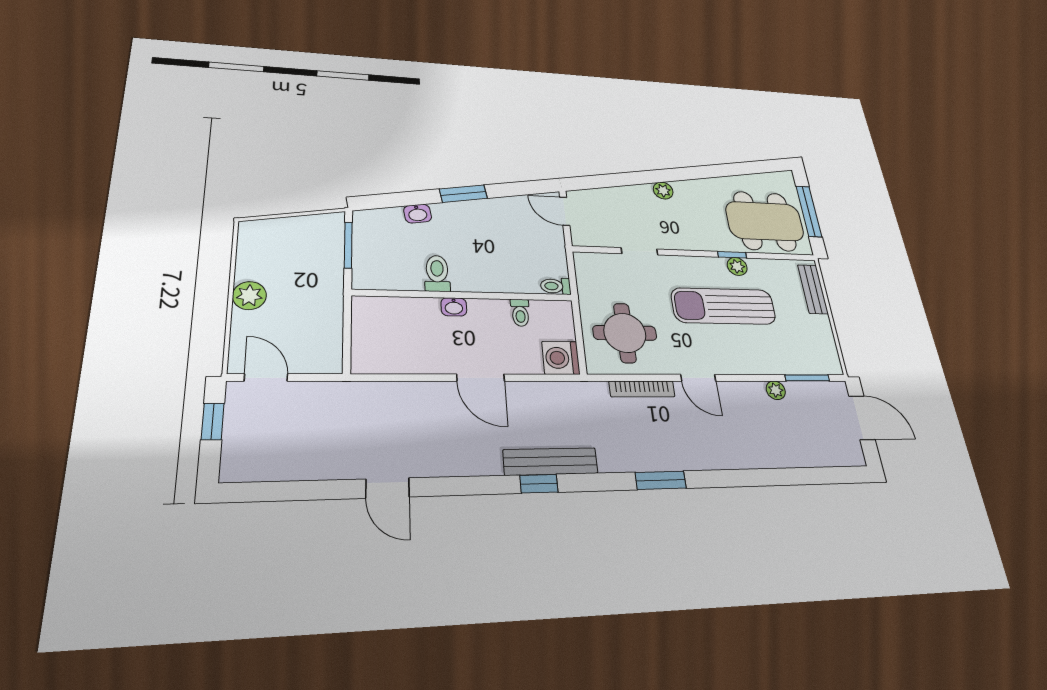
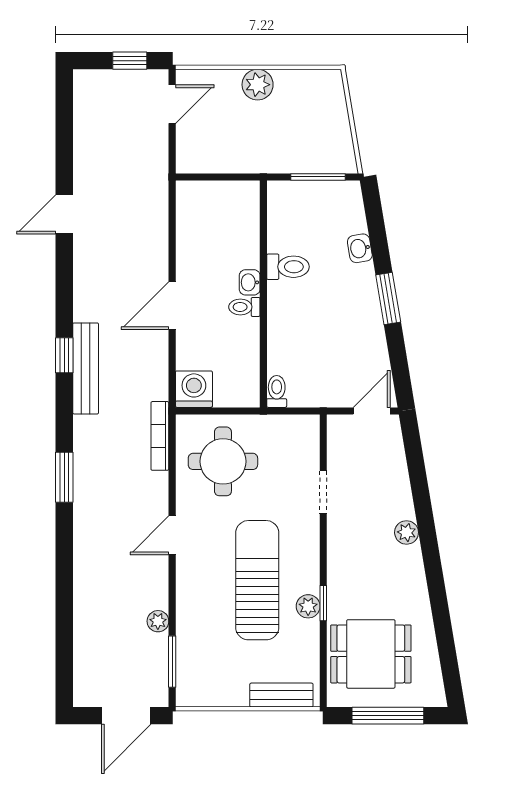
dining table: (765, 221) -> (371, 654), width x0.73
toilet: (520, 313) -> (244, 307), moved
bookcase: (642, 389) -> (160, 436), moved

